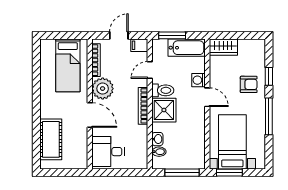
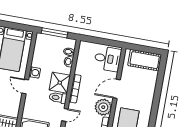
washing machine: (198, 80) -> (35, 72), moved
door: (90, 115) -> (117, 89), hinge flipped
cot: (51, 139) -> (145, 60), moved, turned 90
window: (229, 173) -> (19, 26), removed

